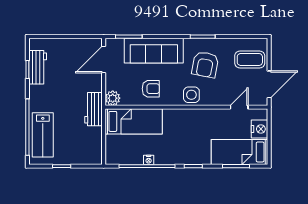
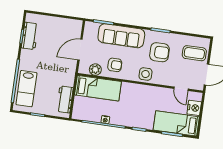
door: (104, 60) -> (80, 50), moved
armchair: (205, 65) -> (159, 52), turned -101
plant: (113, 98) -> (95, 70), moved
door: (239, 107) -> (181, 89), swing flipped
workbench: (94, 109) -> (65, 99), moved

